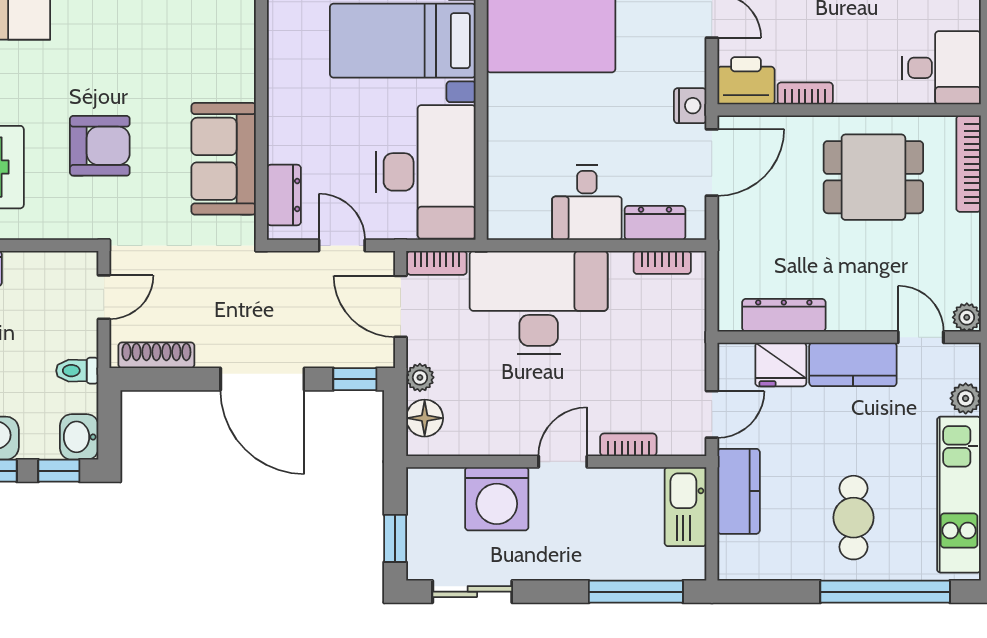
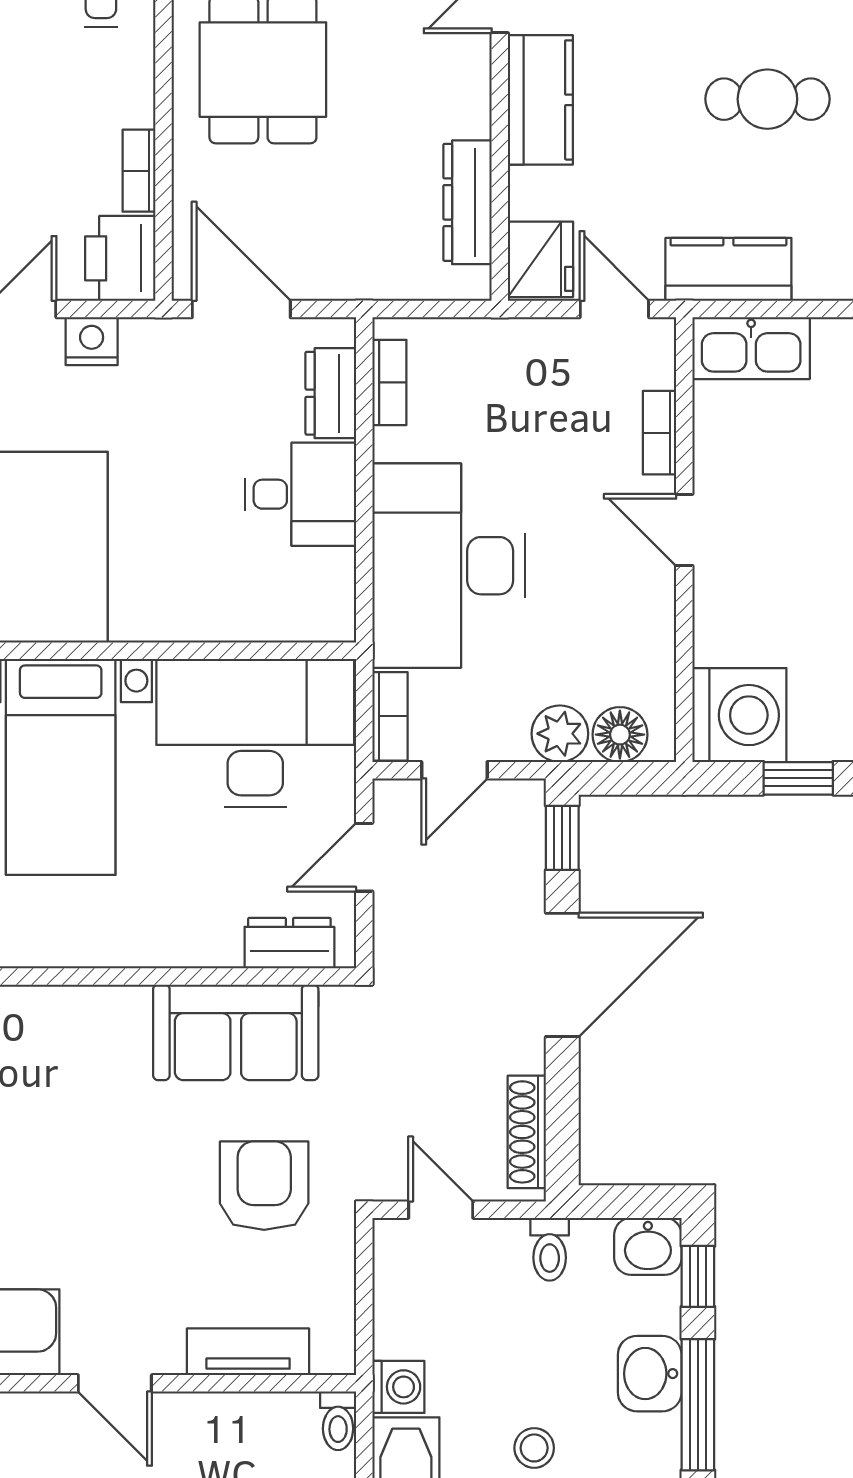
nightstand: (690, 106) -> (92, 341), moved
armchair: (100, 146) -> (264, 1186), moved
door: (401, 306) -> (454, 770), width x0.73
fridge: (781, 364) -> (541, 259), moved
plant: (420, 377) -> (560, 734), width x1.38, depth x1.38
washing machine: (497, 499) -> (739, 715), moved

